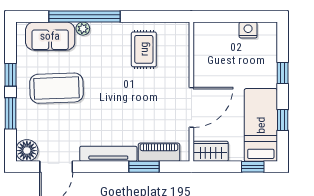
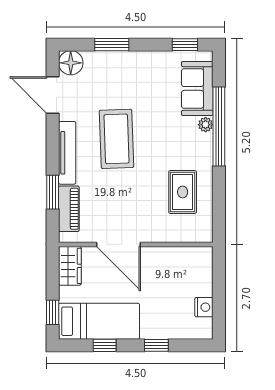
rug: (144, 49) -> (183, 192), turned 90
window: (11, 75) -> (185, 45), moved
coffee table: (57, 88) -> (116, 139), moved

